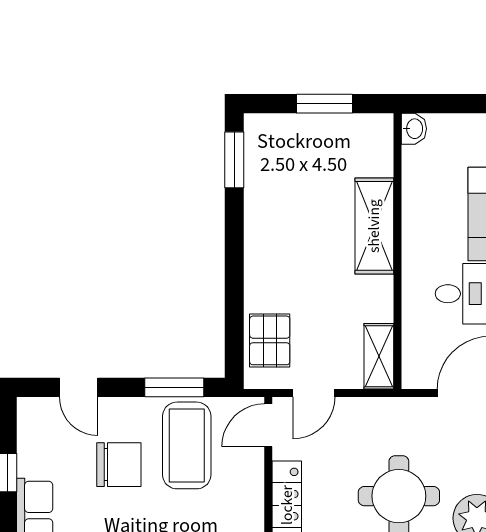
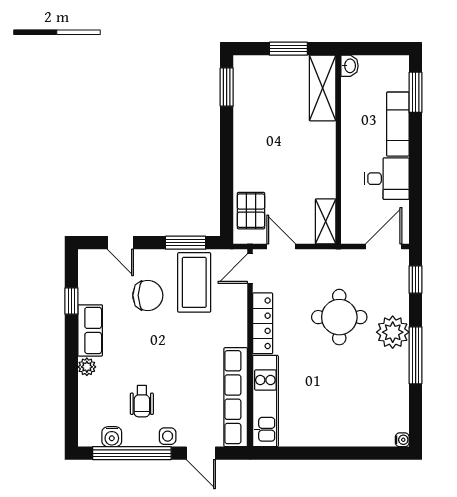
shelving: (374, 226) -> (323, 88), moved
door: (314, 393) -> (281, 247), swing flipped

